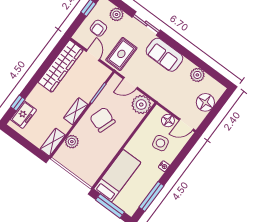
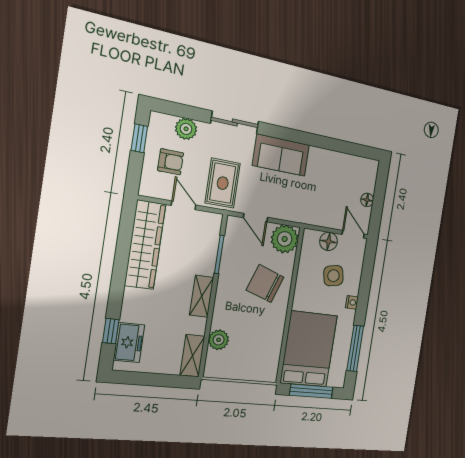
armchair: (98, 28) -> (171, 162), turned -90
plant: (197, 75) -> (336, 161), removed
door: (130, 83) -> (256, 218), hinge flipped
floor lamp: (205, 102) -> (367, 200), width x0.53, depth x0.53
chair: (102, 120) -> (265, 284), moved
door: (186, 125) -> (353, 234), swing flipped
bed: (117, 176) -> (309, 349), width x1.50

